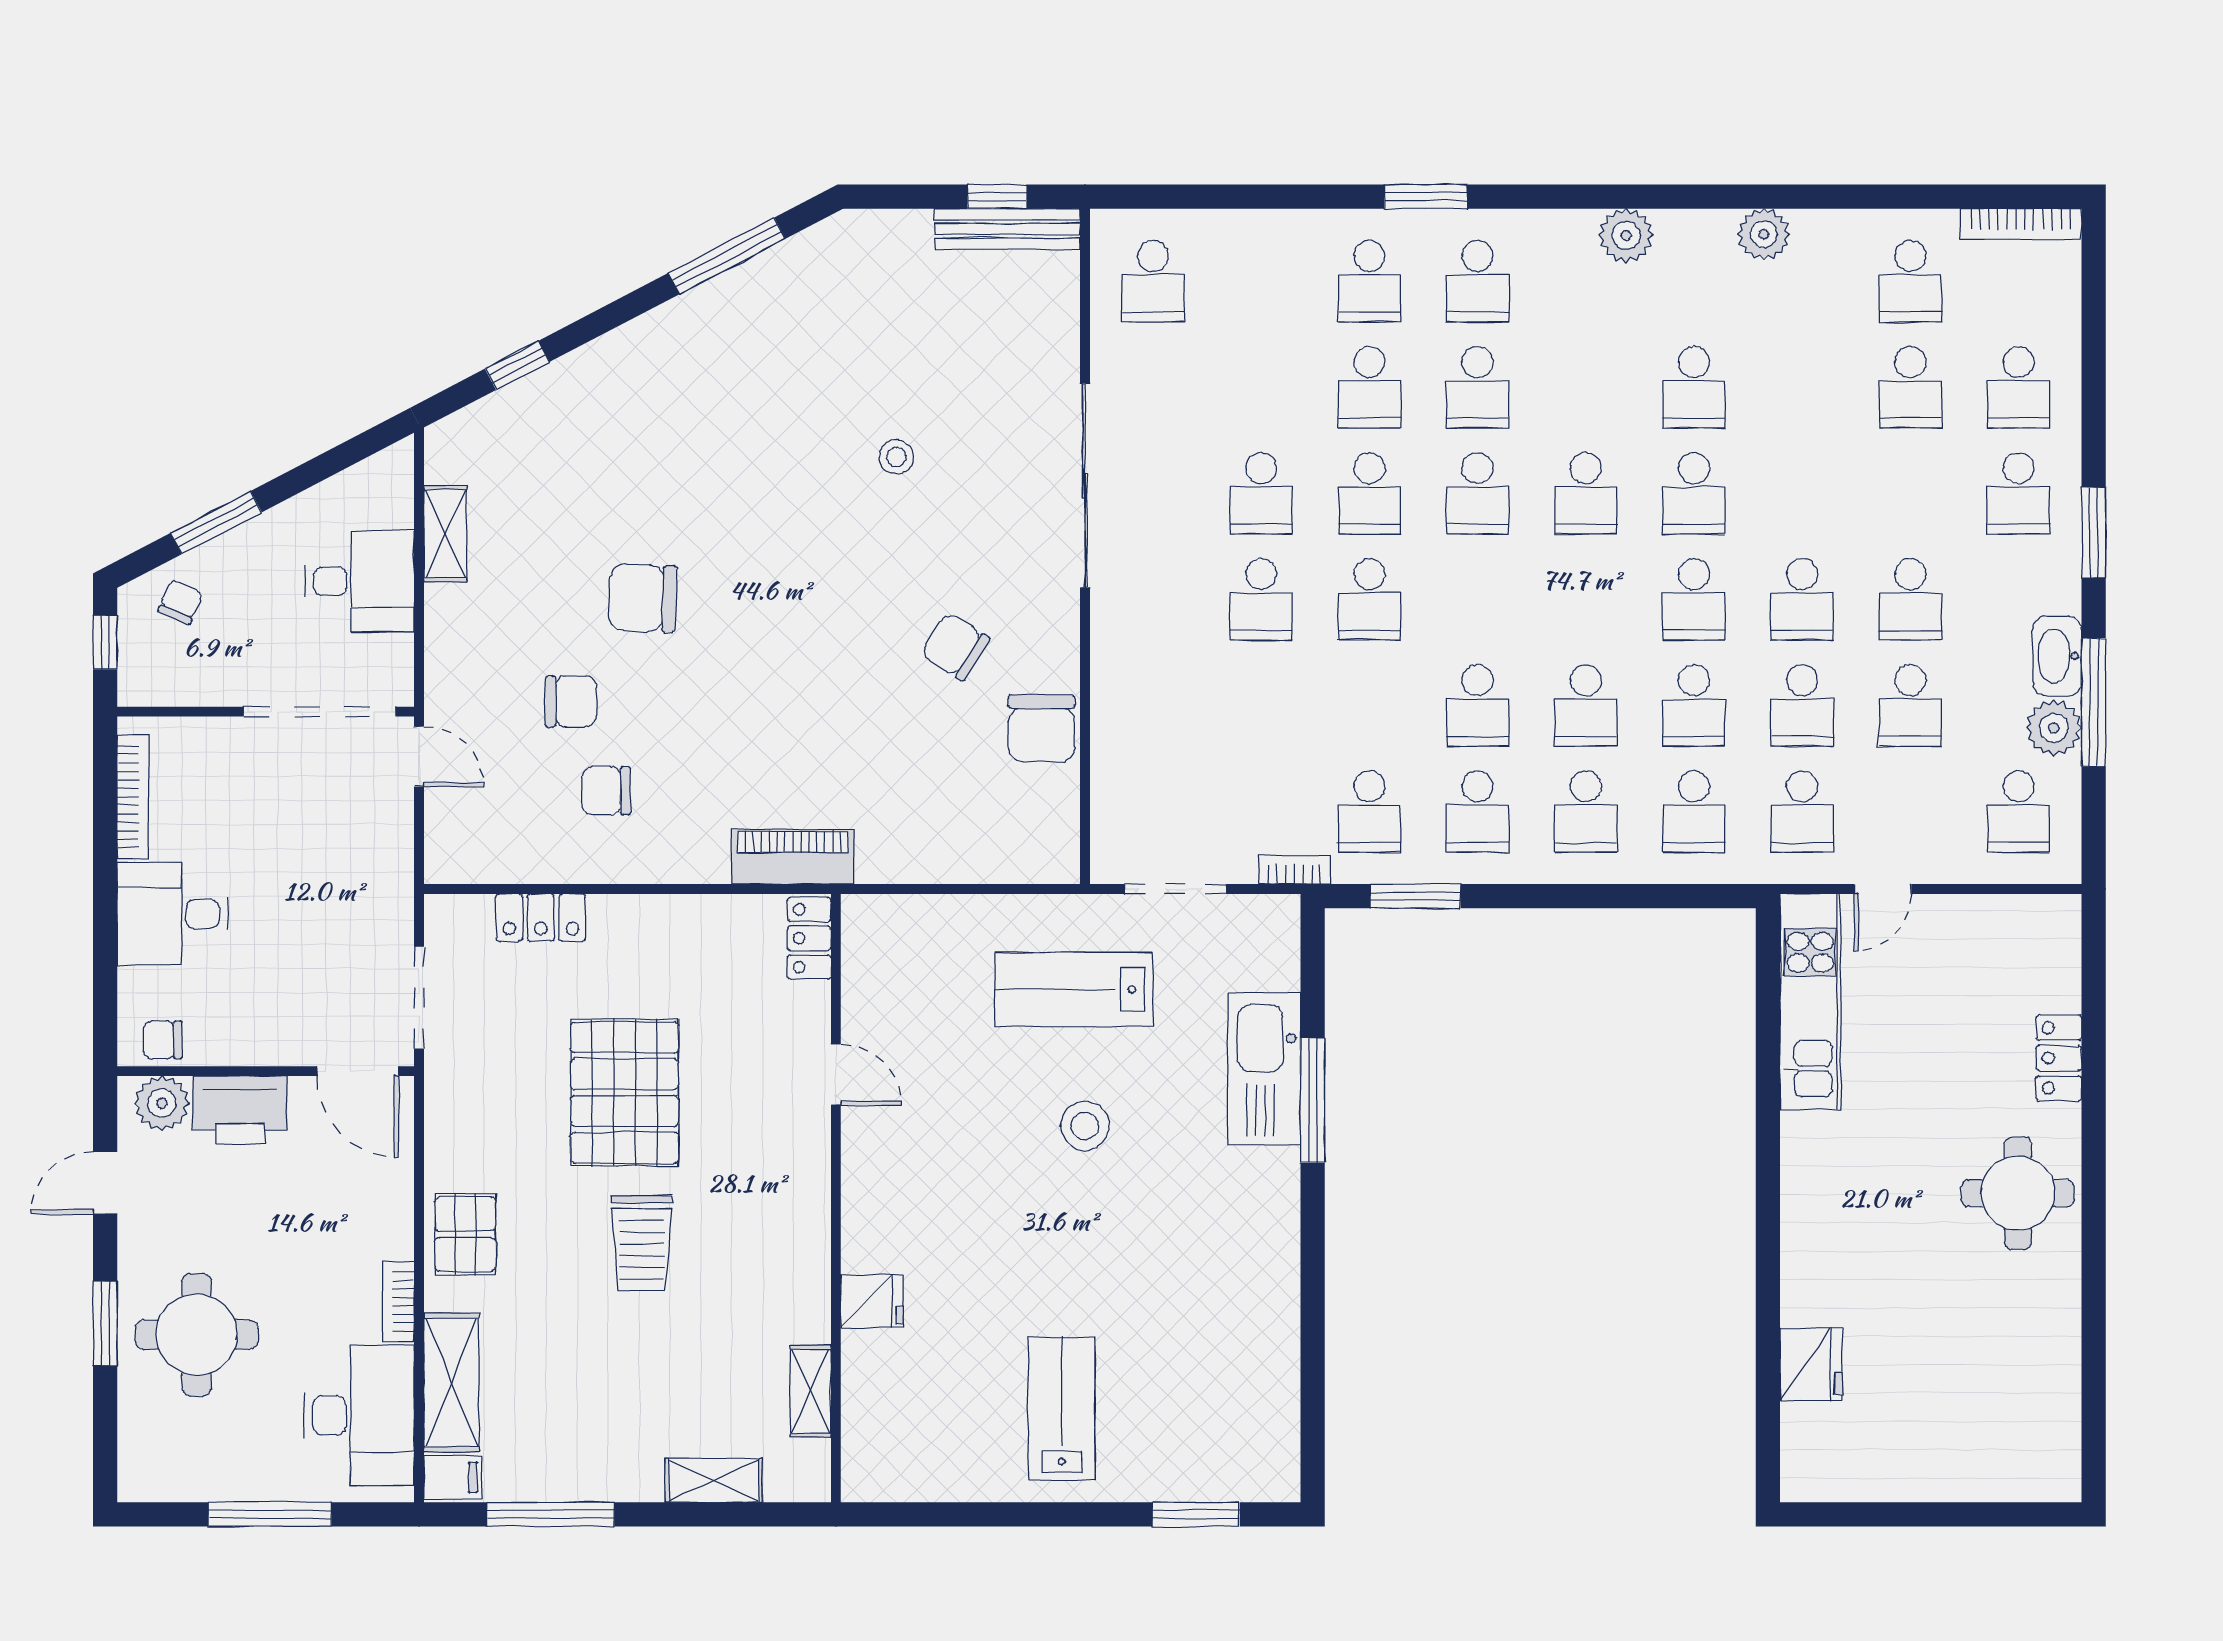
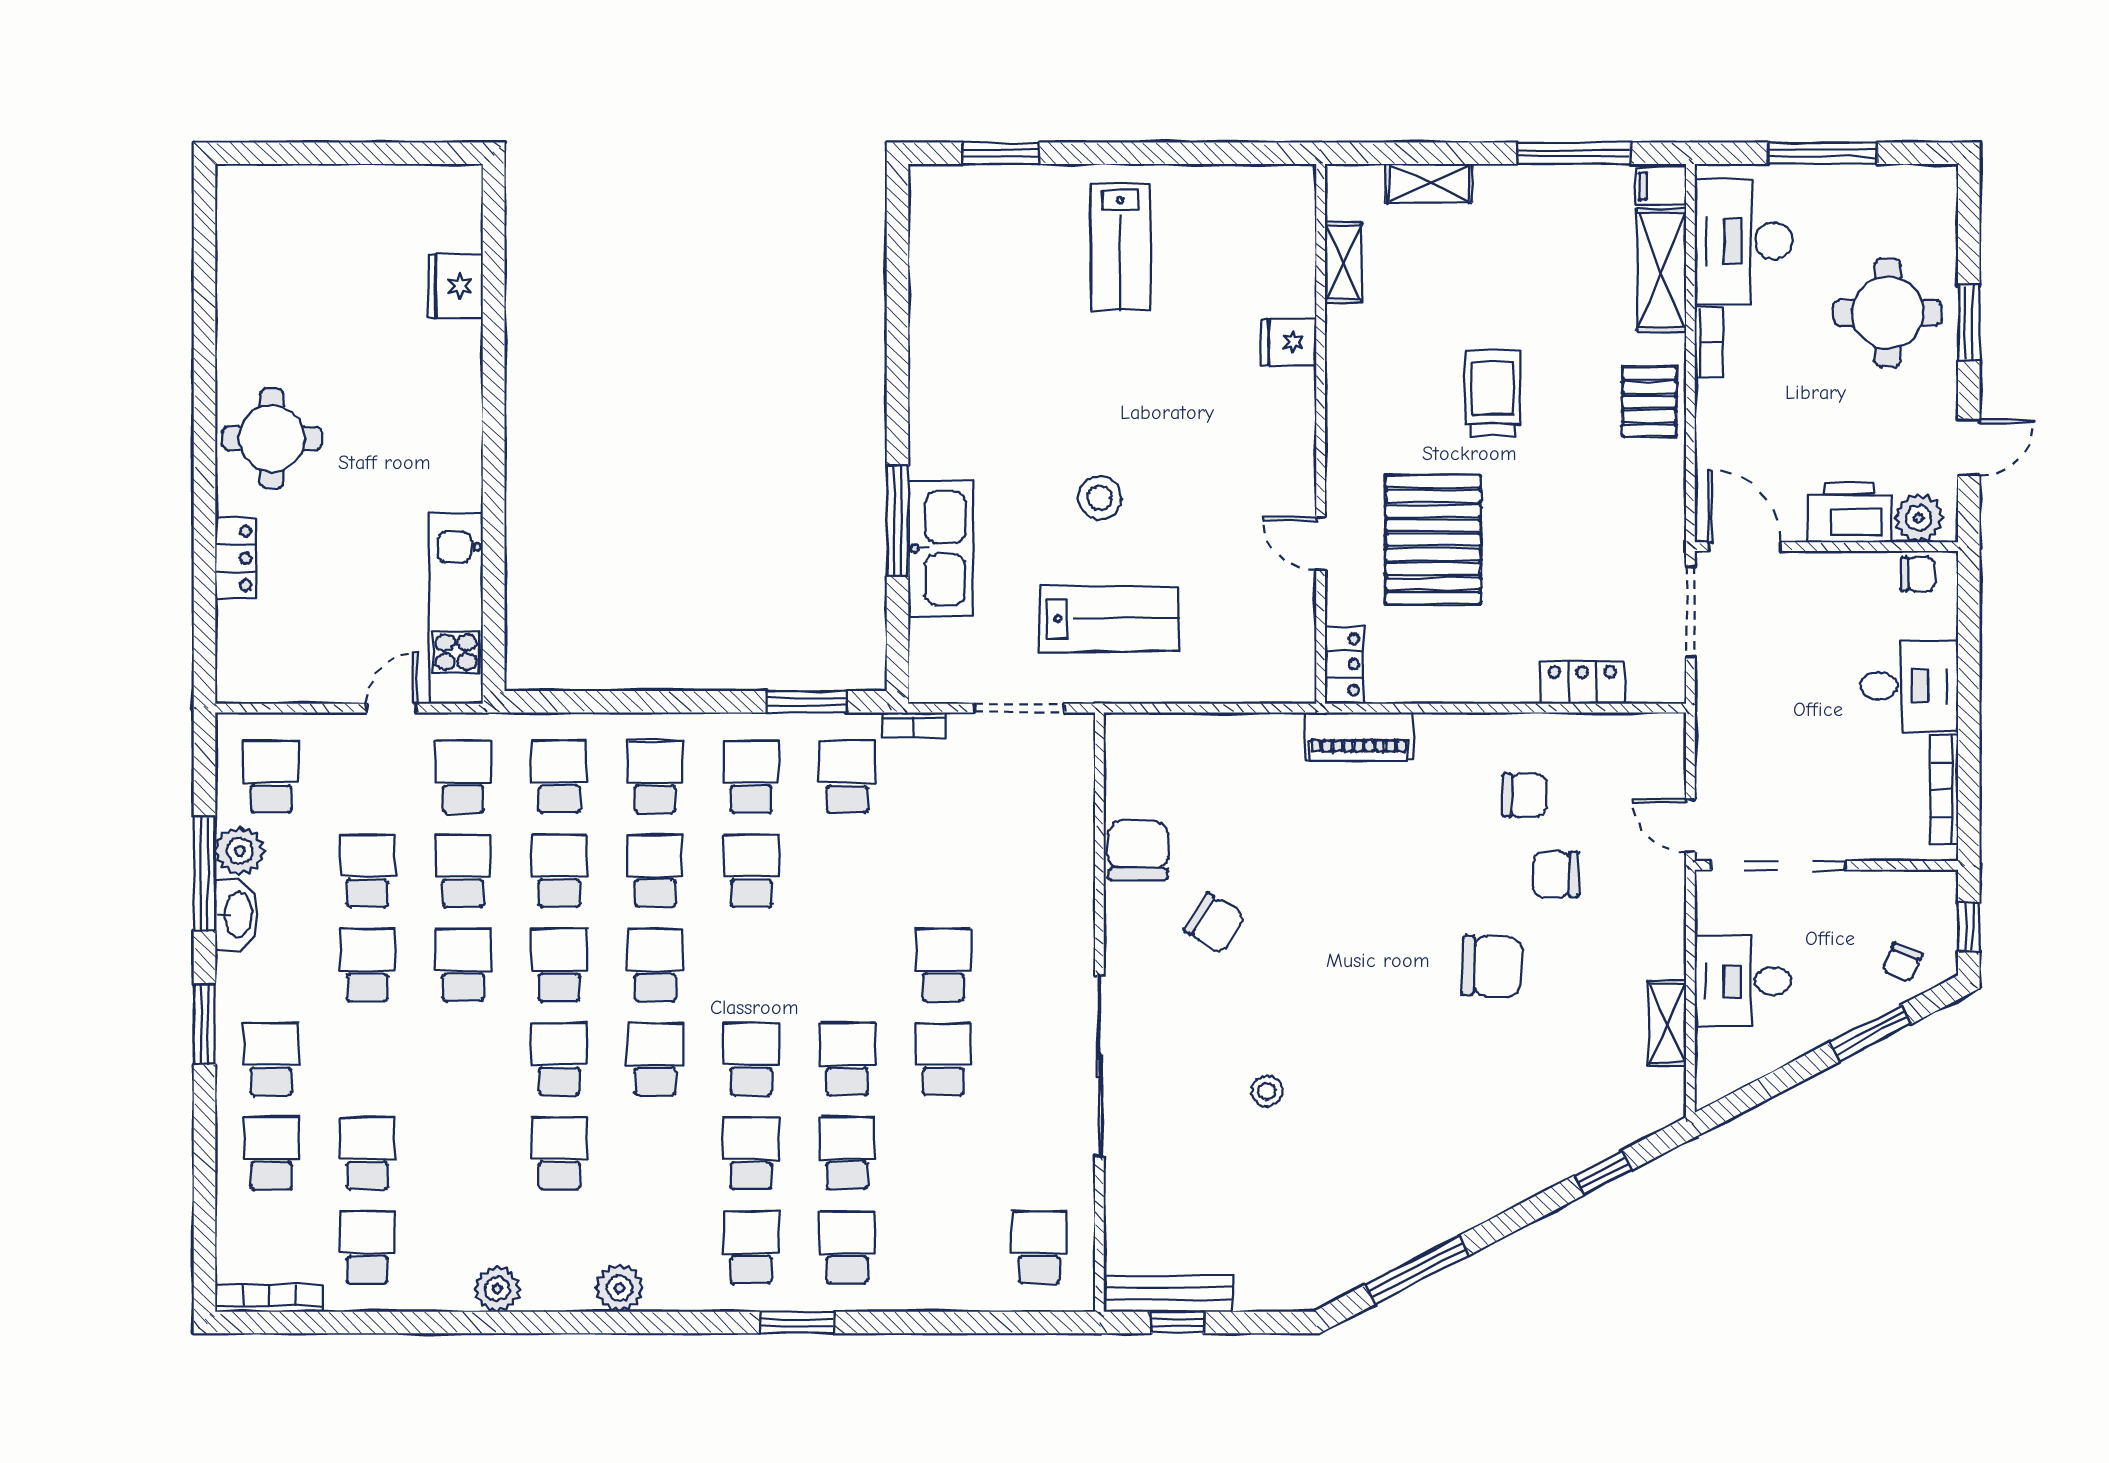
school desk: (1369, 599) -> (655, 965), moved
pallet: (625, 1093) -> (1433, 540), moved

